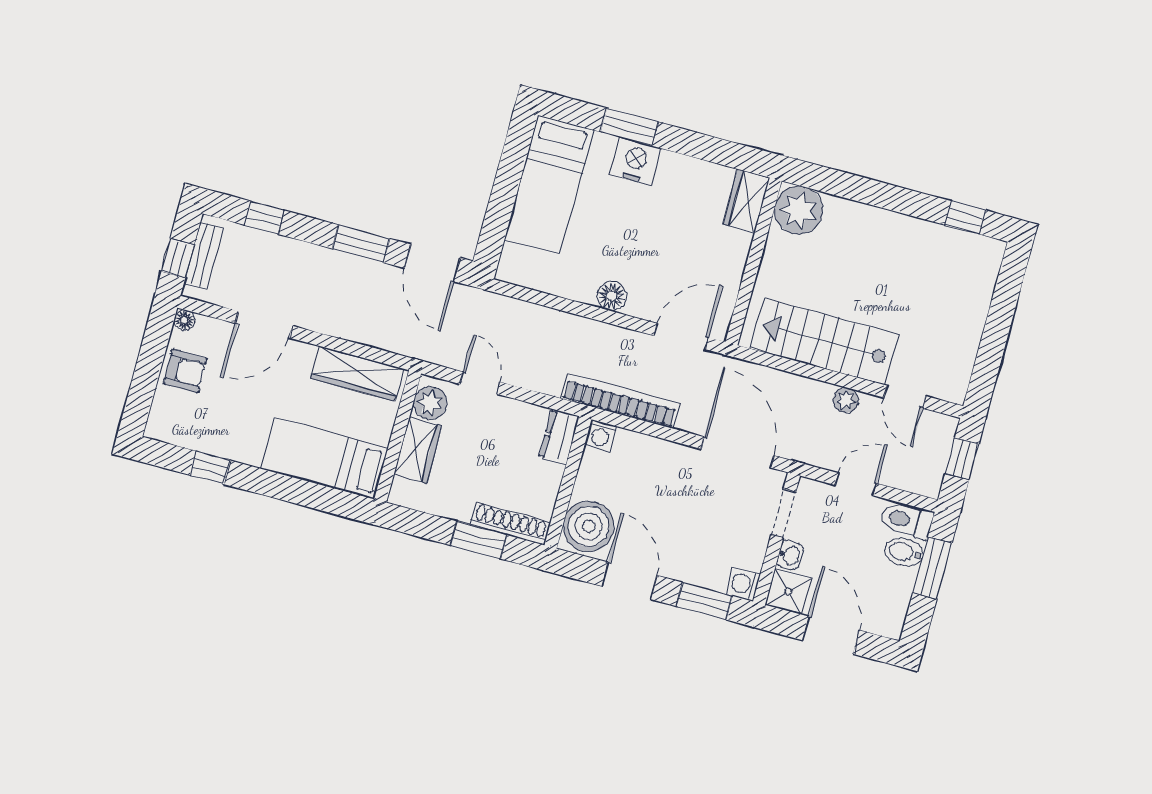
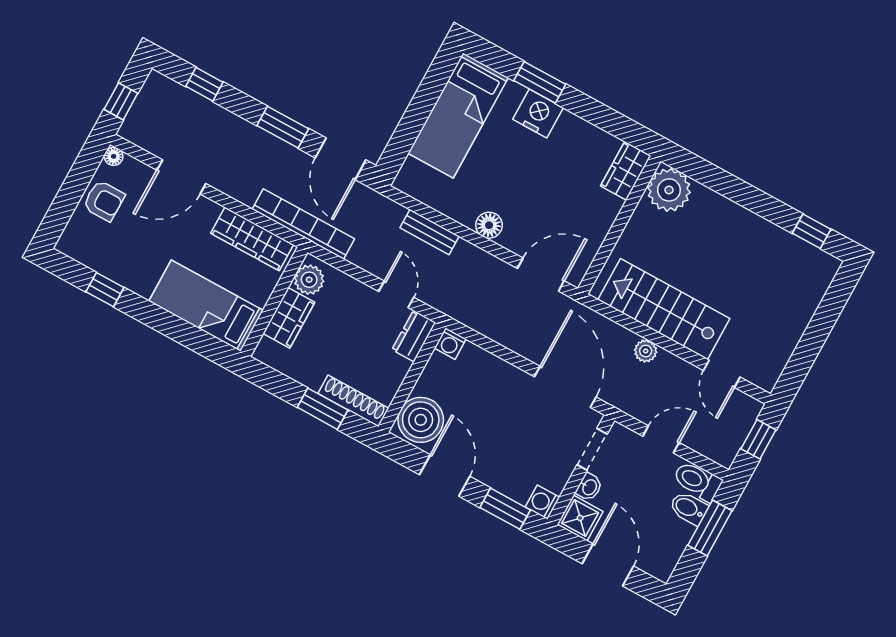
bench: (204, 255) -> (430, 232), moved, turned 90
door: (480, 383) -> (396, 294), moved
plant: (846, 400) -> (646, 351), moved
bookcase: (620, 401) -> (303, 224), moved

